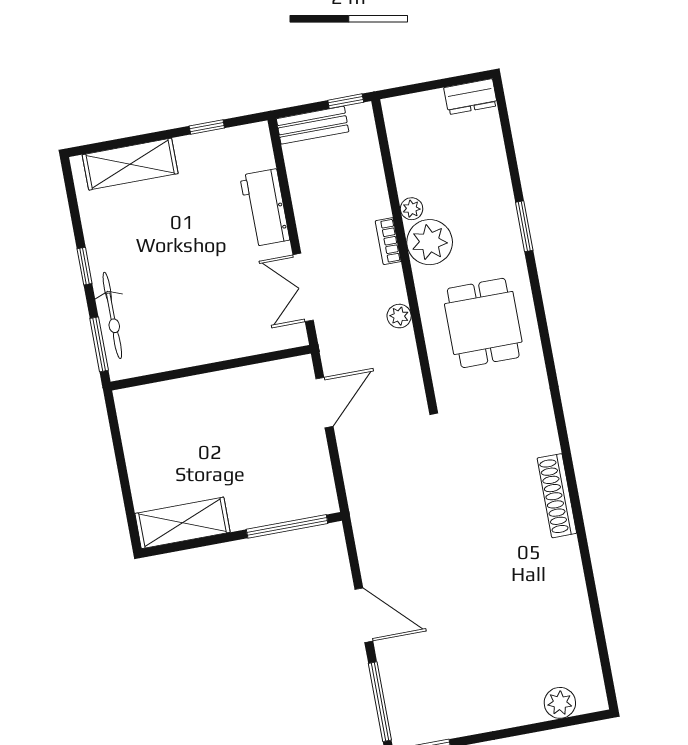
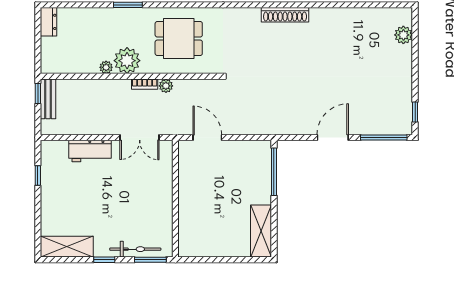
bench: (313, 125) -> (48, 99), moved
shelving: (130, 164) -> (67, 247), moved, turned 90
bookcase: (388, 241) -> (145, 84), moved

